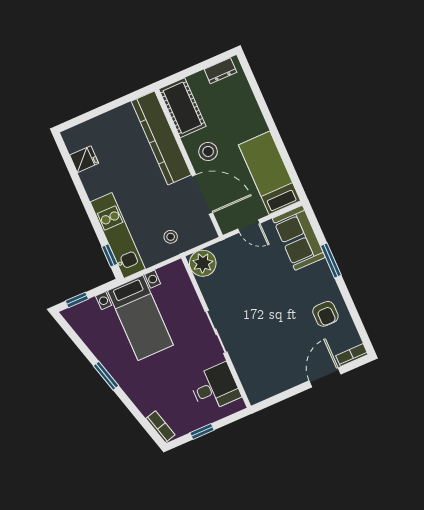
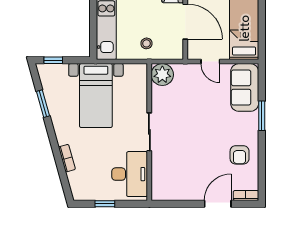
window: (110, 255) -> (93, 37), removed
window: (106, 376) -> (43, 104), moved
desk: (215, 387) -> (130, 174), width x1.37
bookcase: (160, 427) -> (67, 158), moved

